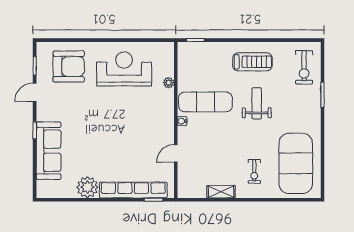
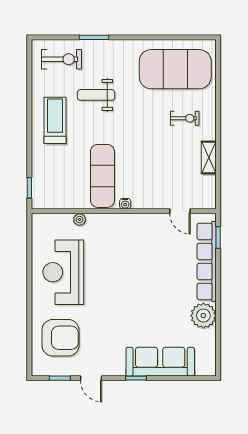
armchair: (69, 66) -> (60, 338), turned 90
weight bench: (257, 103) -> (96, 95), moved
door: (176, 153) -> (180, 211), moved

